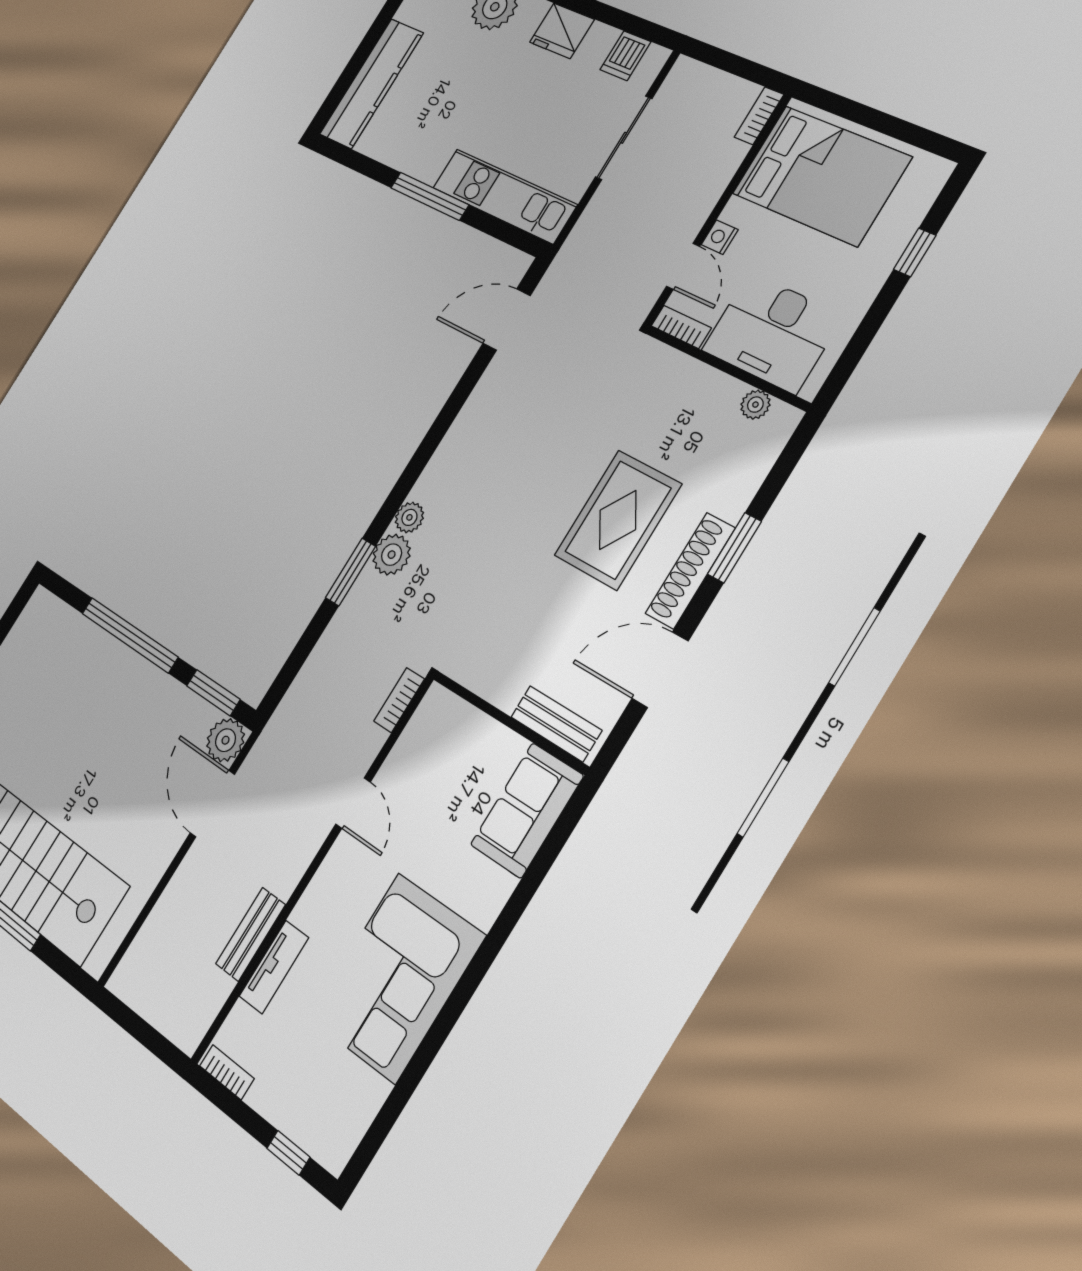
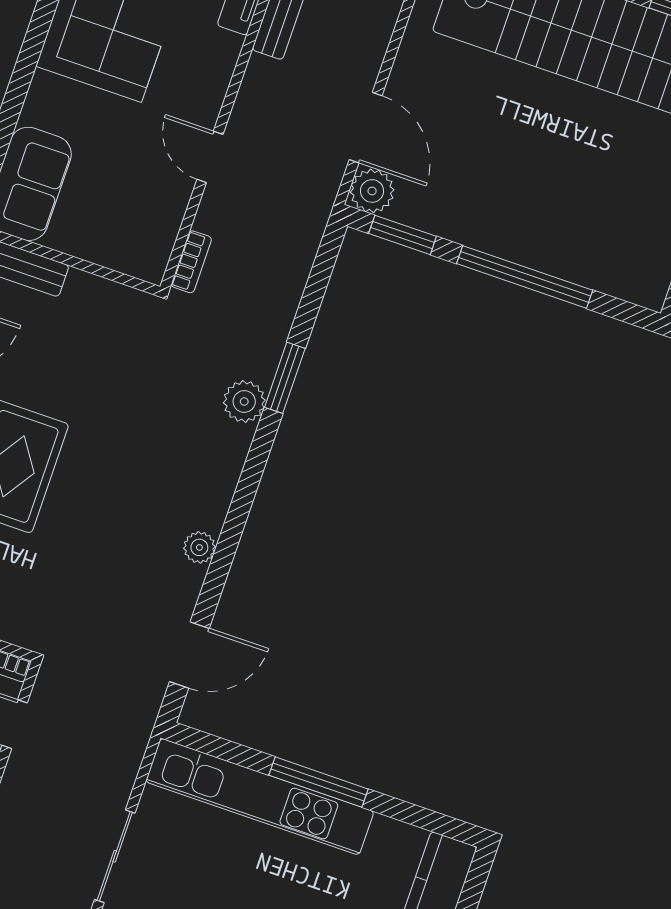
kitchen unit: (504, 196) -> (260, 797), width x1.36
plant: (409, 517) -> (199, 547), moved

